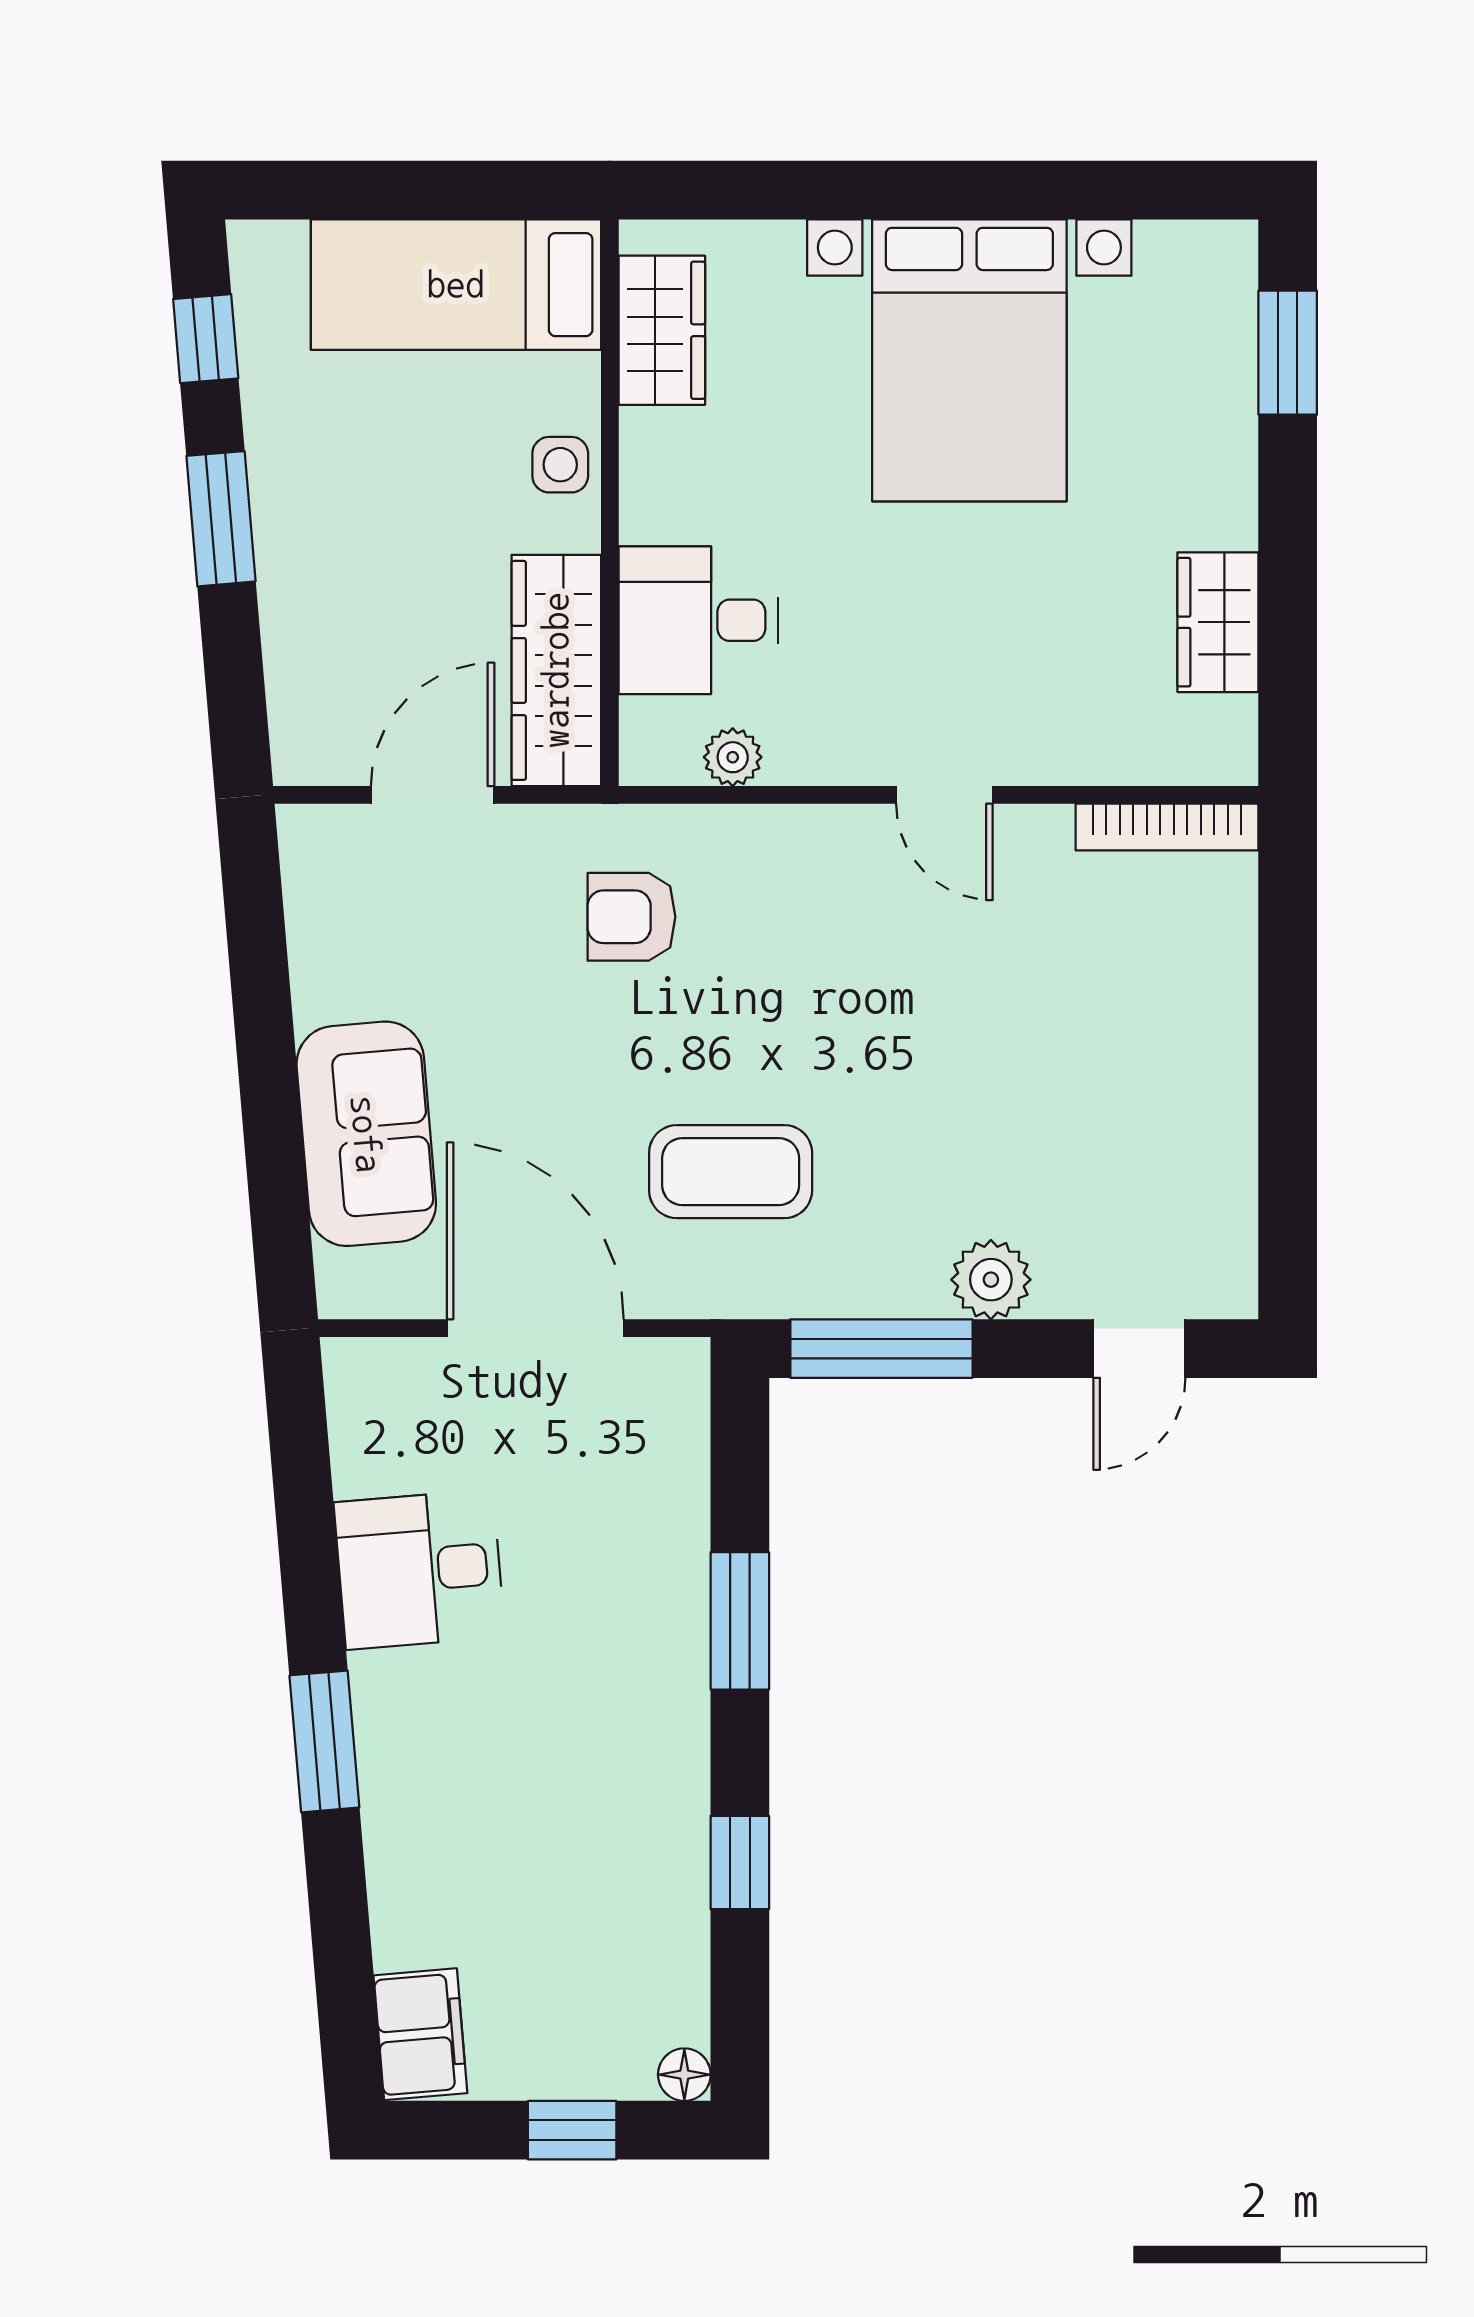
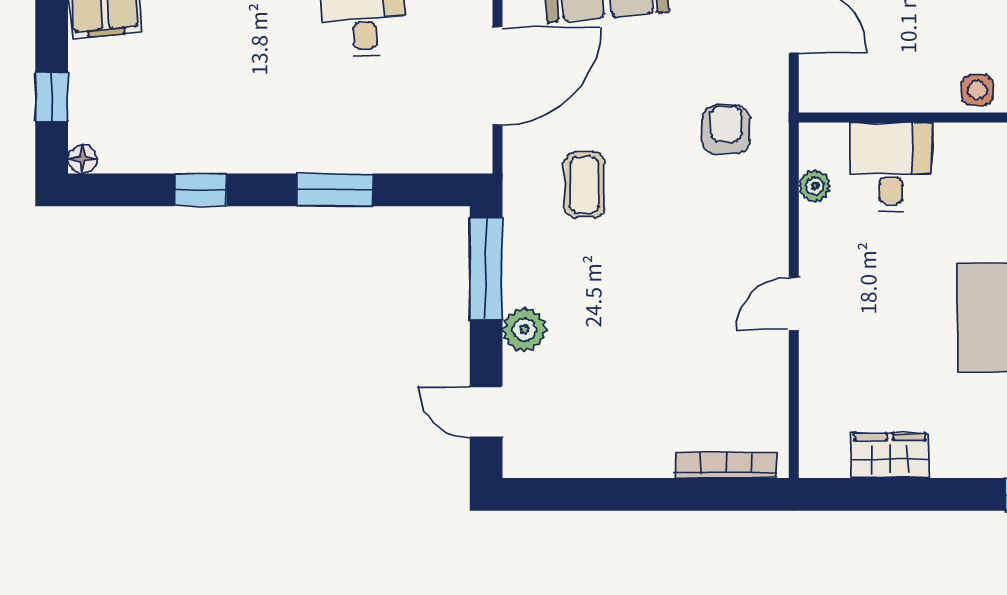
wardrobe: (556, 670) -> (863, 88), removed
bookcase: (1167, 827) -> (726, 465), moved, turned 90
coffee table: (731, 1172) -> (584, 185), width x0.73, depth x0.77

